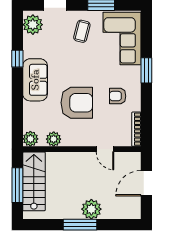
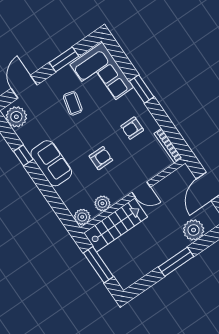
coffee table: (82, 31) -> (73, 103), moved
armchair: (77, 103) -> (101, 158), width x0.53, depth x0.53
door: (105, 149) -> (141, 190), moved
stairs: (34, 181) -> (116, 225), moved, turned 90
plant: (91, 209) -> (194, 230), moved

